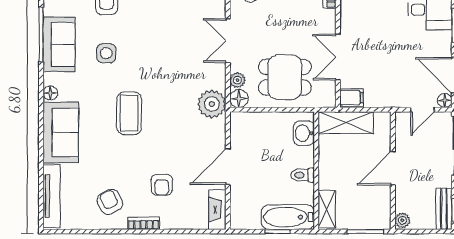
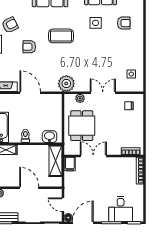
floor lamp: (239, 99) -> (69, 99), removed
armchair: (162, 185) -> (29, 47), moved

